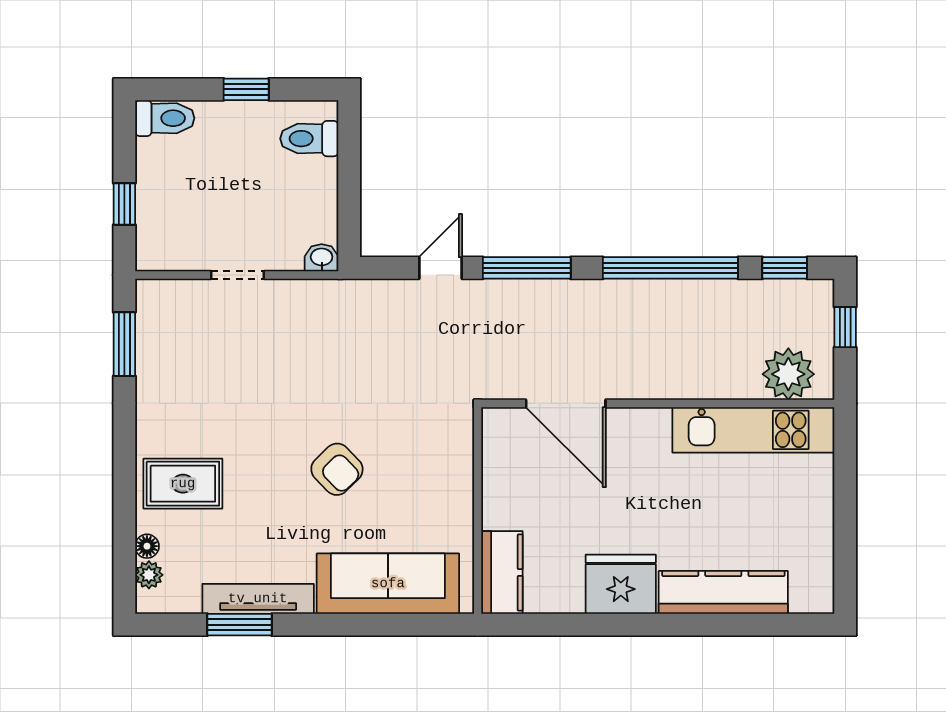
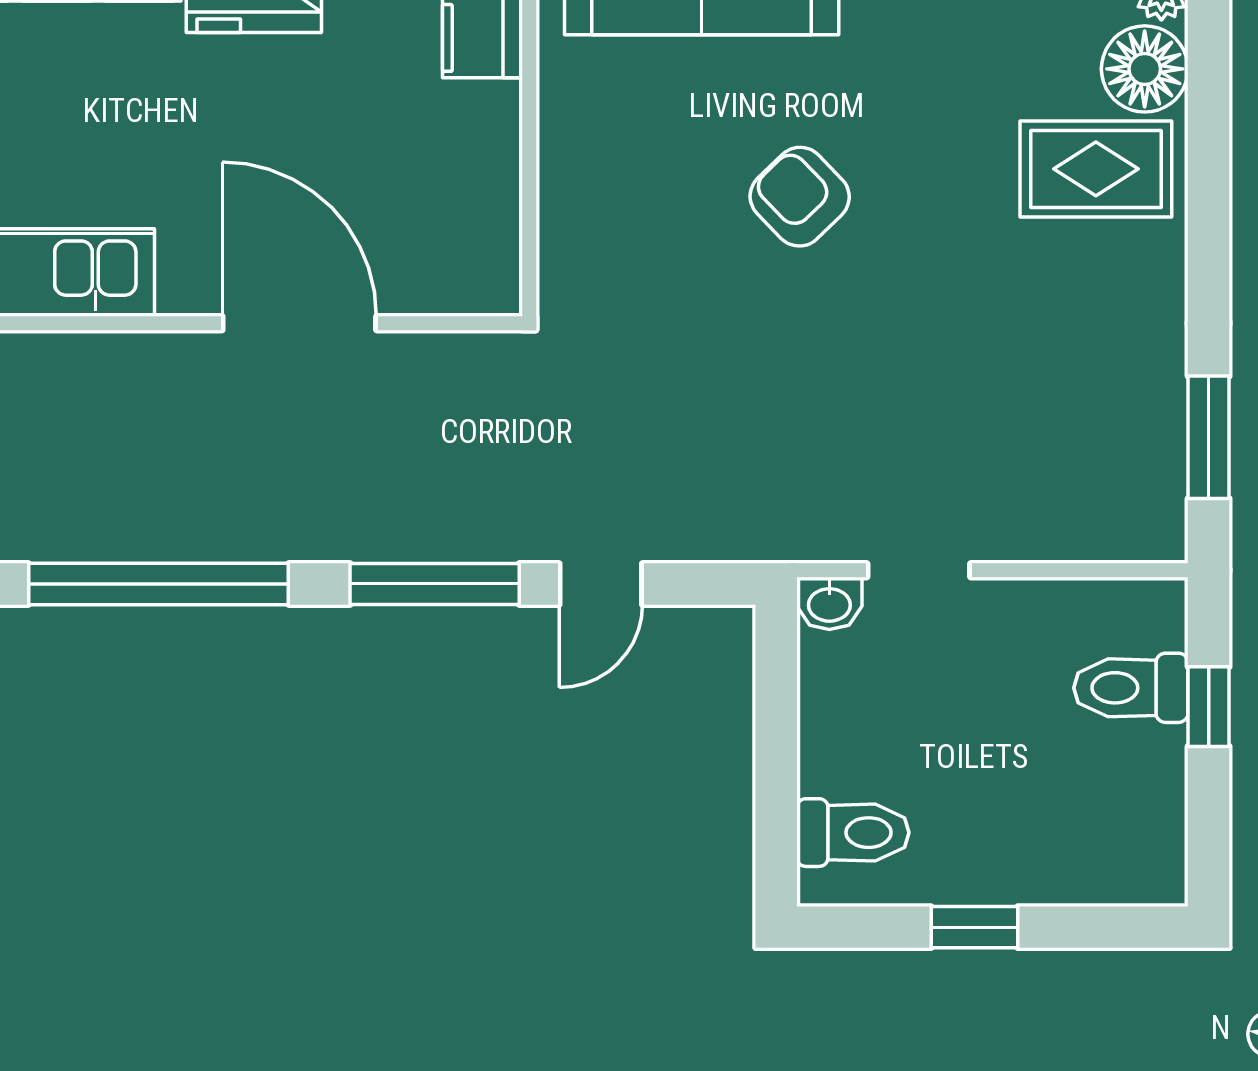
toilet: (165, 118) -> (1131, 688), moved
doorway: (238, 275) -> (919, 570), moved
door: (566, 403) -> (299, 323), moved
floor lamp: (147, 546) -> (1145, 69), width x1.89, depth x1.89

